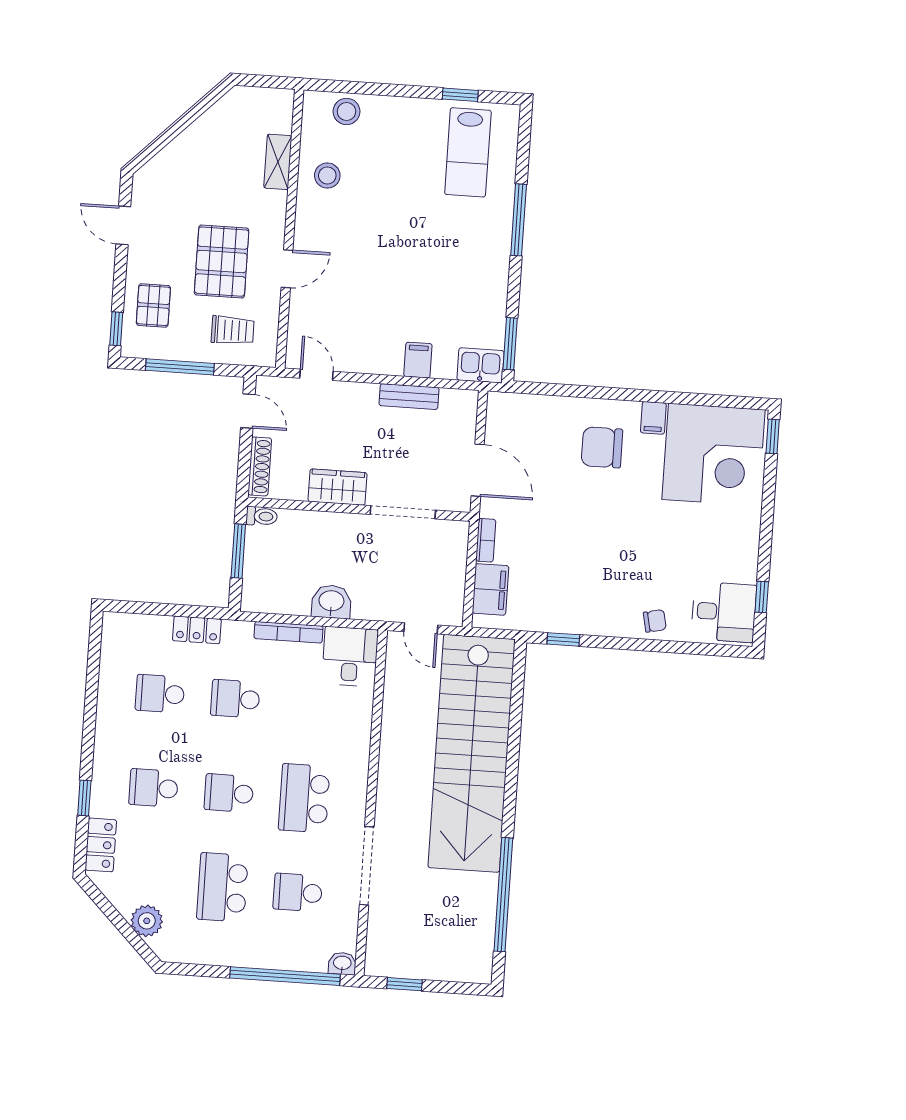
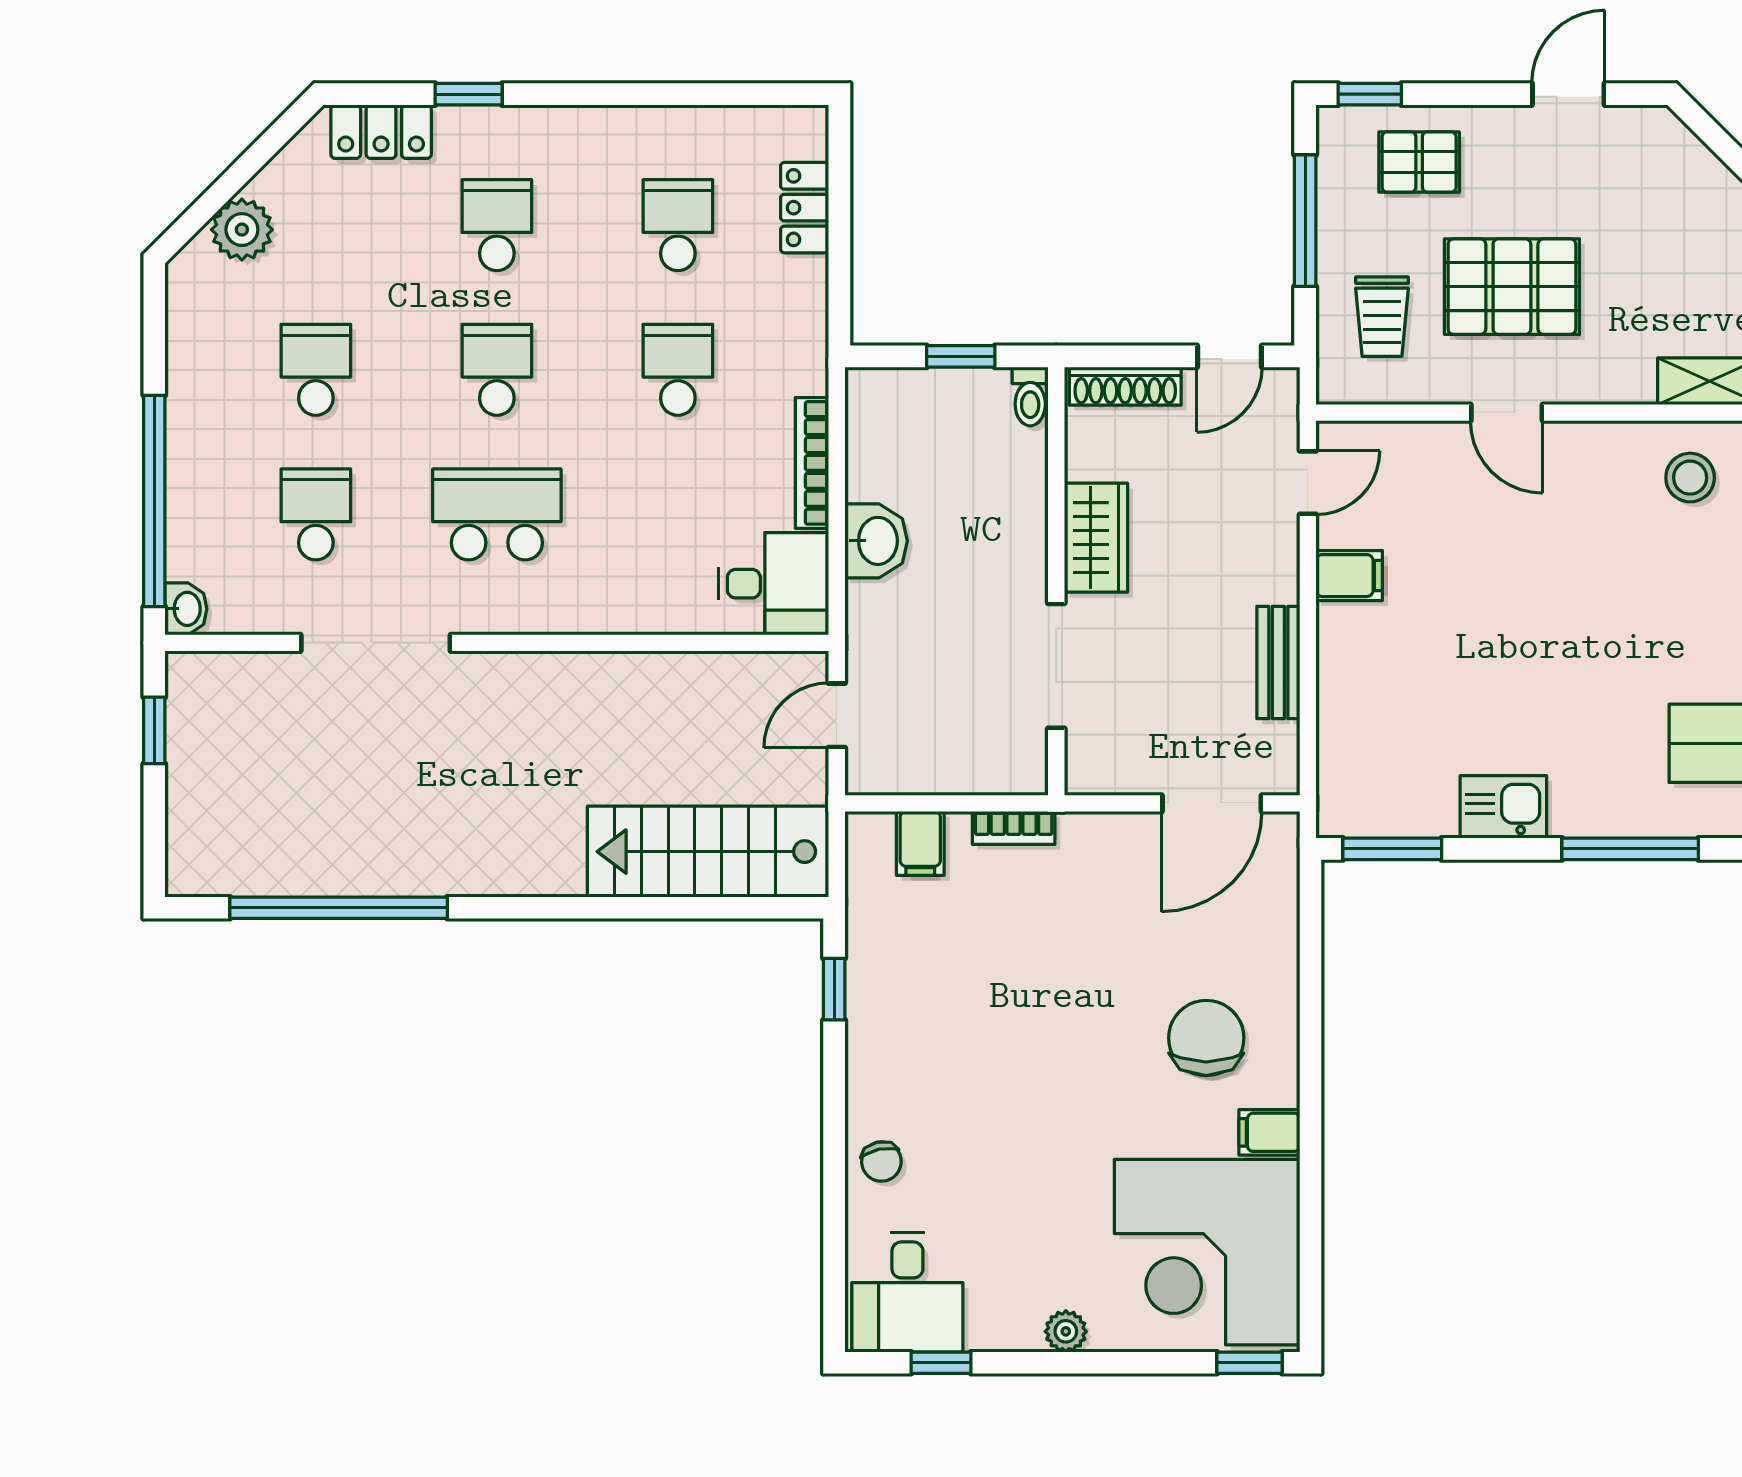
filing cabinet: (418, 360) -> (1349, 576), moved
kitchen sink: (480, 365) -> (1503, 807), moved, turned -90
door: (478, 470) -> (1212, 803), moved
plant: (750, 531) -> (1066, 1331), added
window: (238, 551) -> (961, 356), width x0.67
filing cabinet: (490, 589) -> (920, 843), width x0.50
locker: (197, 630) -> (805, 208), moved
stairs: (472, 753) -> (708, 852), width x0.54, depth x0.66
school desk: (222, 887) -> (316, 370), width x0.54

